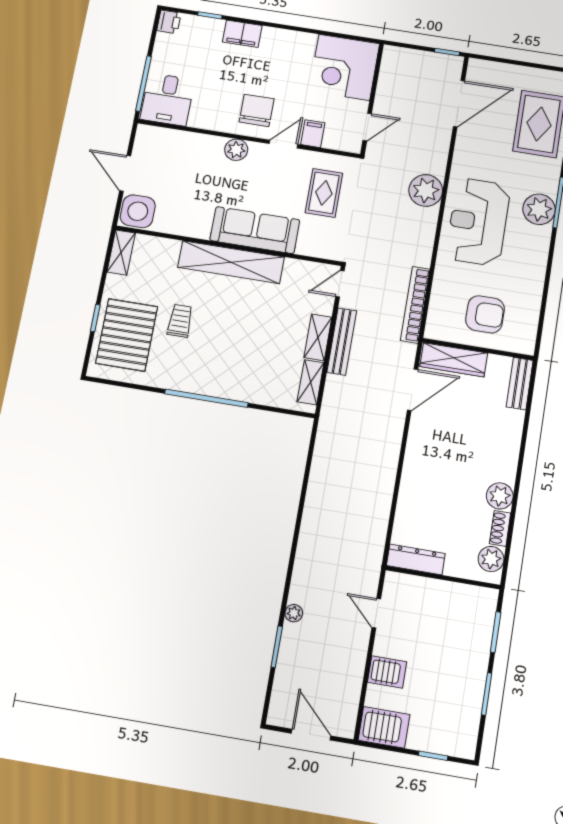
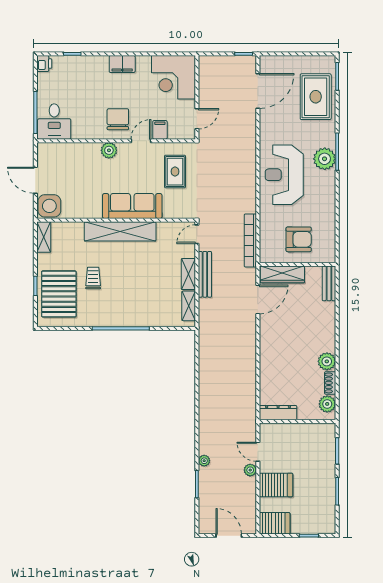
filing cabinet: (242, 34) -> (122, 64), moved
plant: (426, 190) -> (250, 470), moved, width x0.53, depth x0.53
server rack: (387, 672) -> (276, 485), width x1.36, depth x1.44

